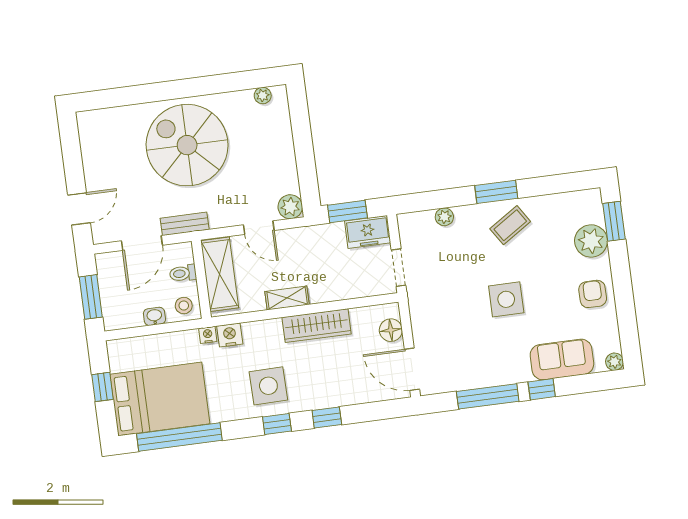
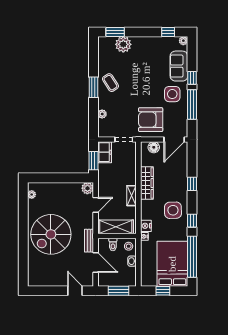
armchair: (593, 294) -> (151, 120), moved, width x1.88, depth x1.88
side table: (506, 299) -> (172, 94), moved
window: (628, 328) -> (168, 32), added
window: (277, 424) -> (192, 221), moved

